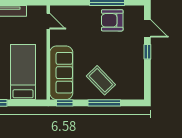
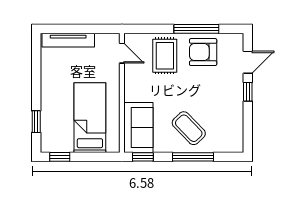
rug: (82, 23) -> (165, 56), added
door: (147, 28) -> (248, 62), hinge flipped
sofa: (61, 73) -> (138, 128), width x0.73

